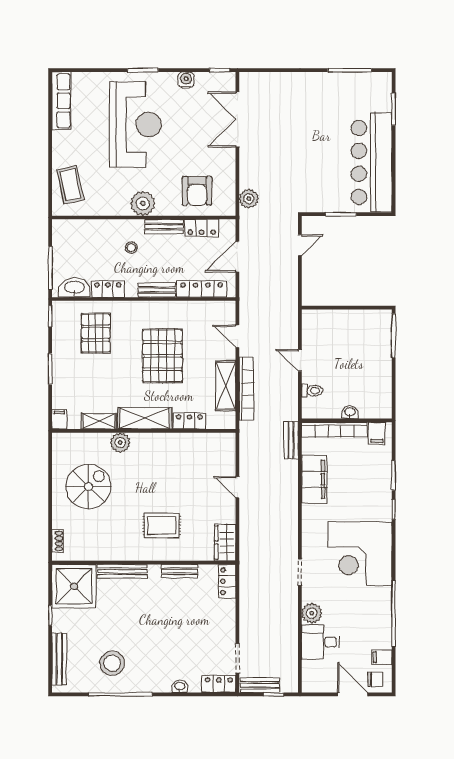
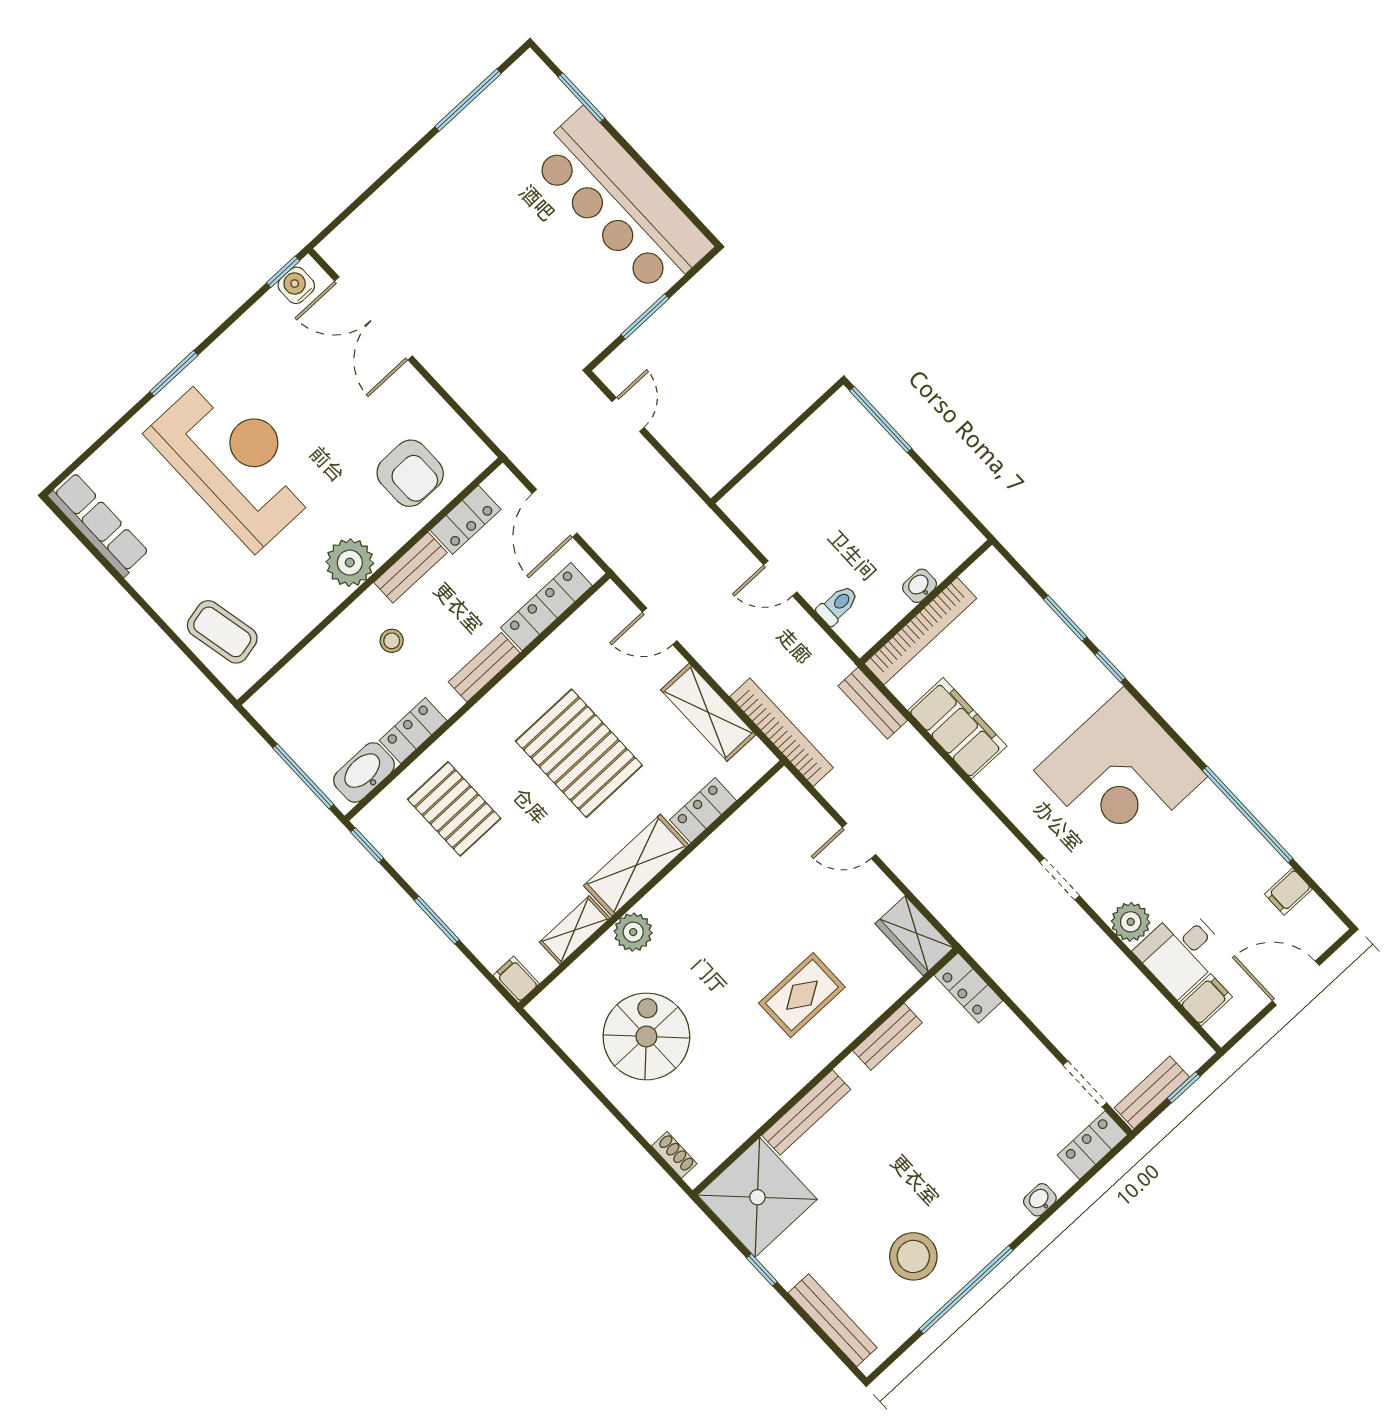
water cooler: (186, 80) -> (296, 285), moved
plant: (249, 199) -> (494, 416), removed
bookcase: (246, 389) -> (782, 732), moved
filing cabinet: (377, 433) -> (1206, 1000), moved, turned -90
chair: (375, 679) -> (1308, 932), removed

